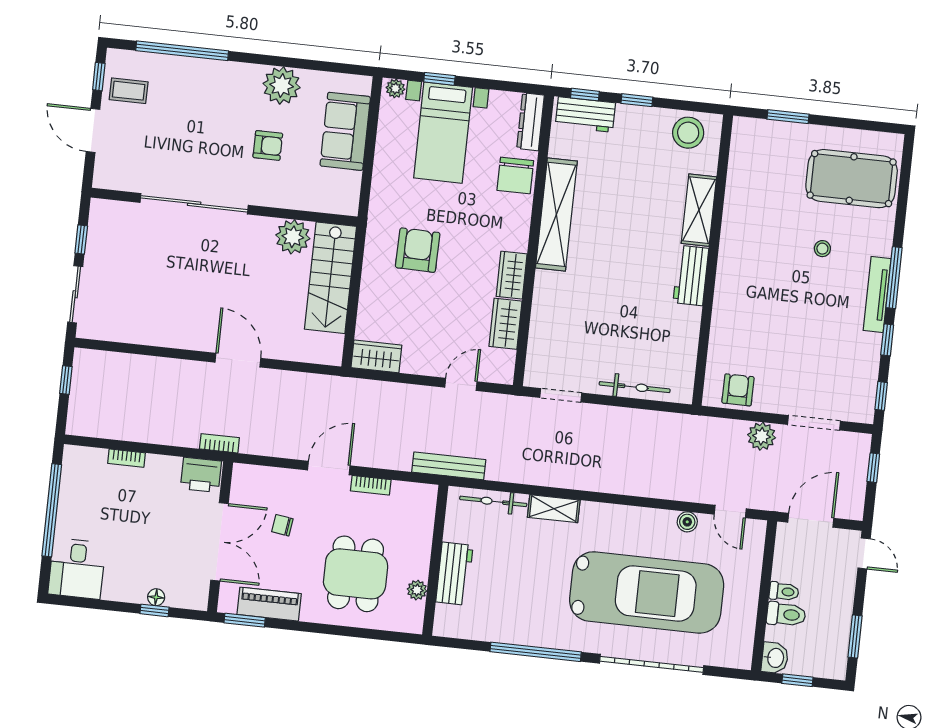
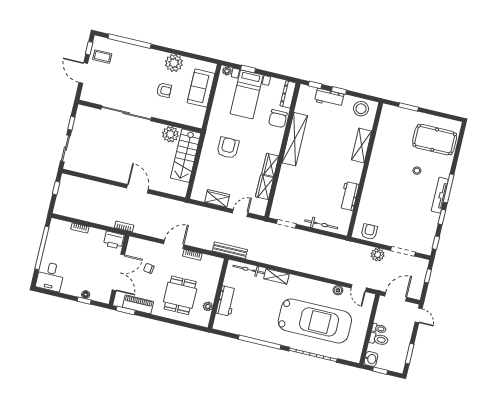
workbench: (585, 114) -> (329, 98), moved
workbench: (691, 276) -> (349, 196), moved
wardrobe: (376, 356) -> (217, 198), moved

